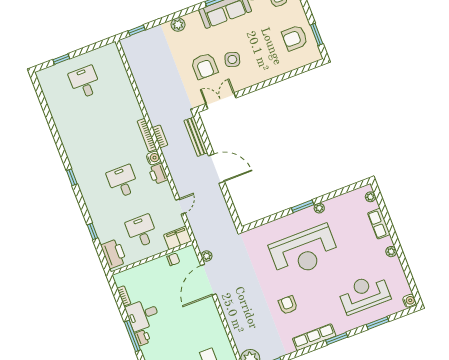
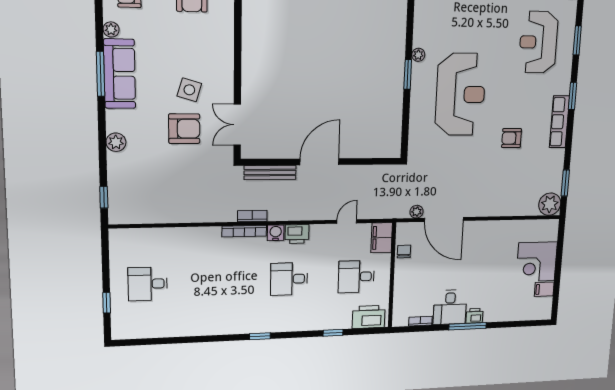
door: (180, 207) -> (347, 222), hinge flipped

